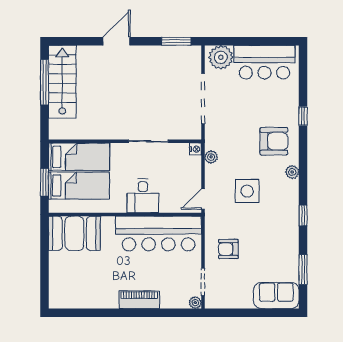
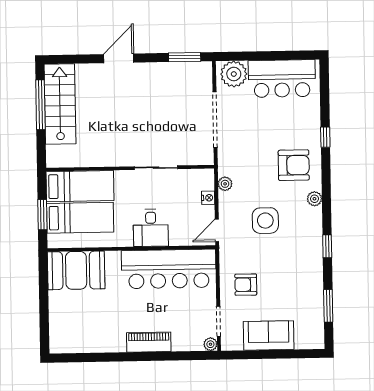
nightstand: (196, 149) -> (208, 198), moved
sofa: (276, 296) -> (269, 335), moved

